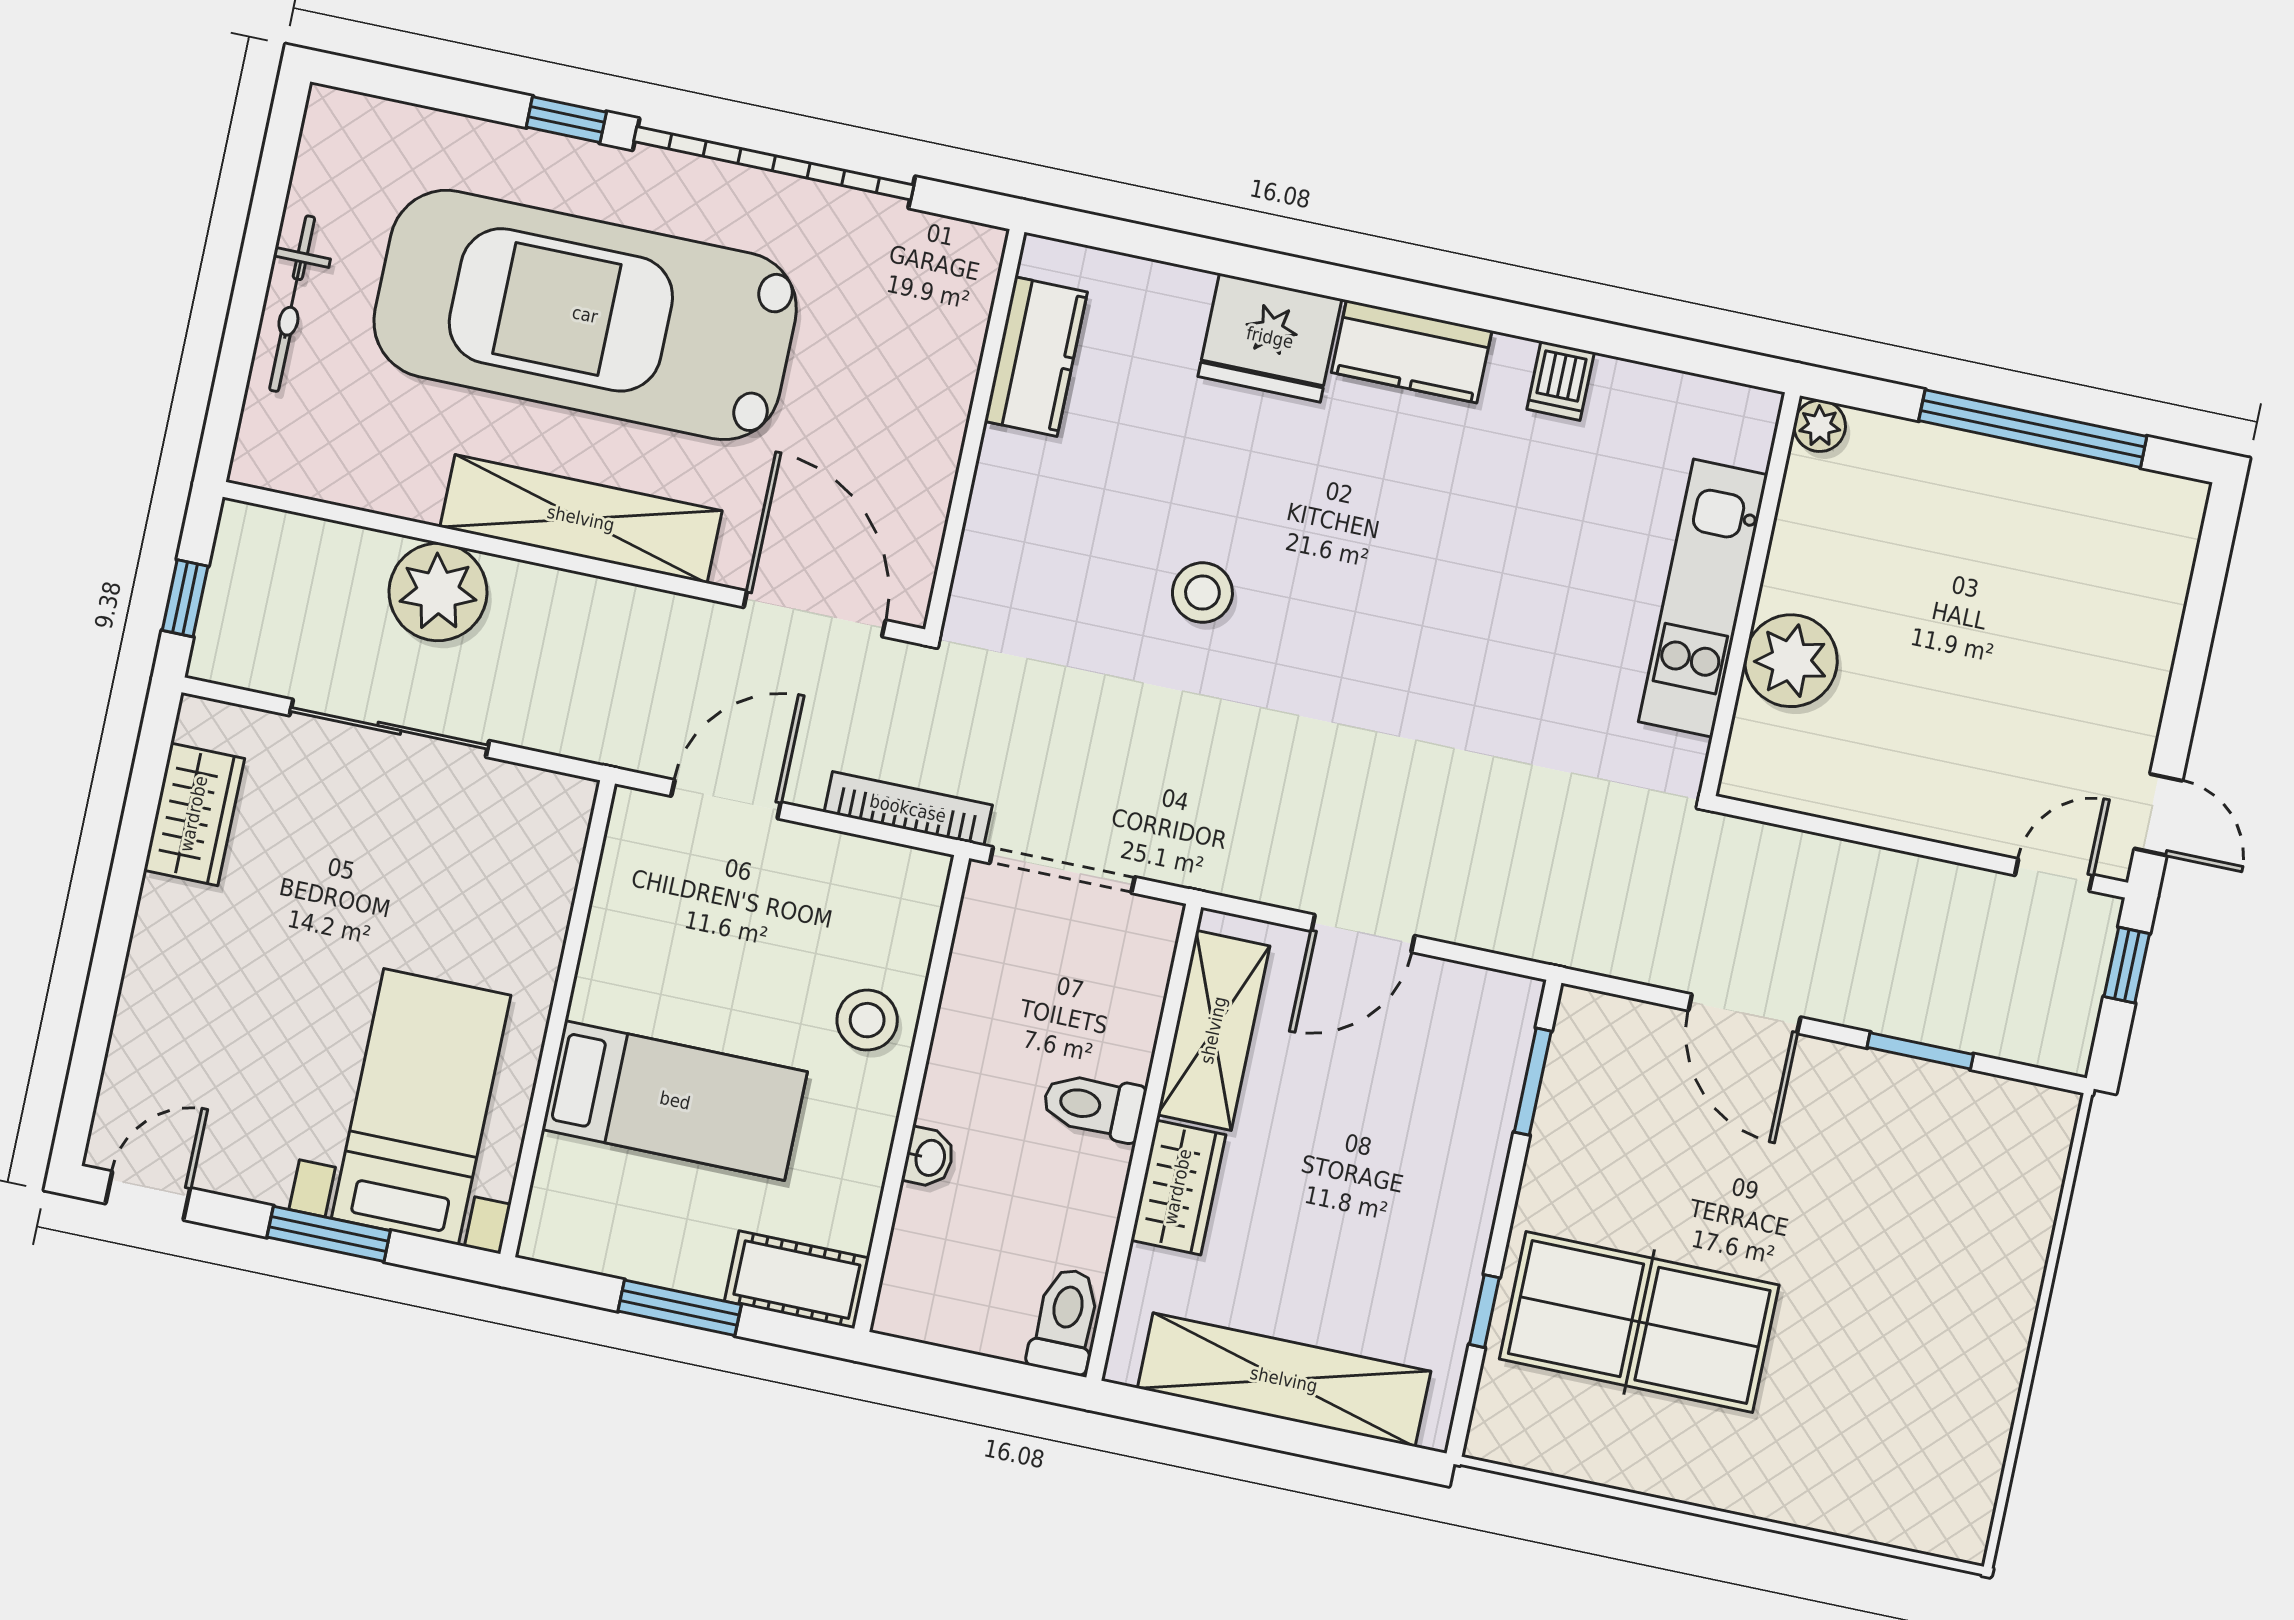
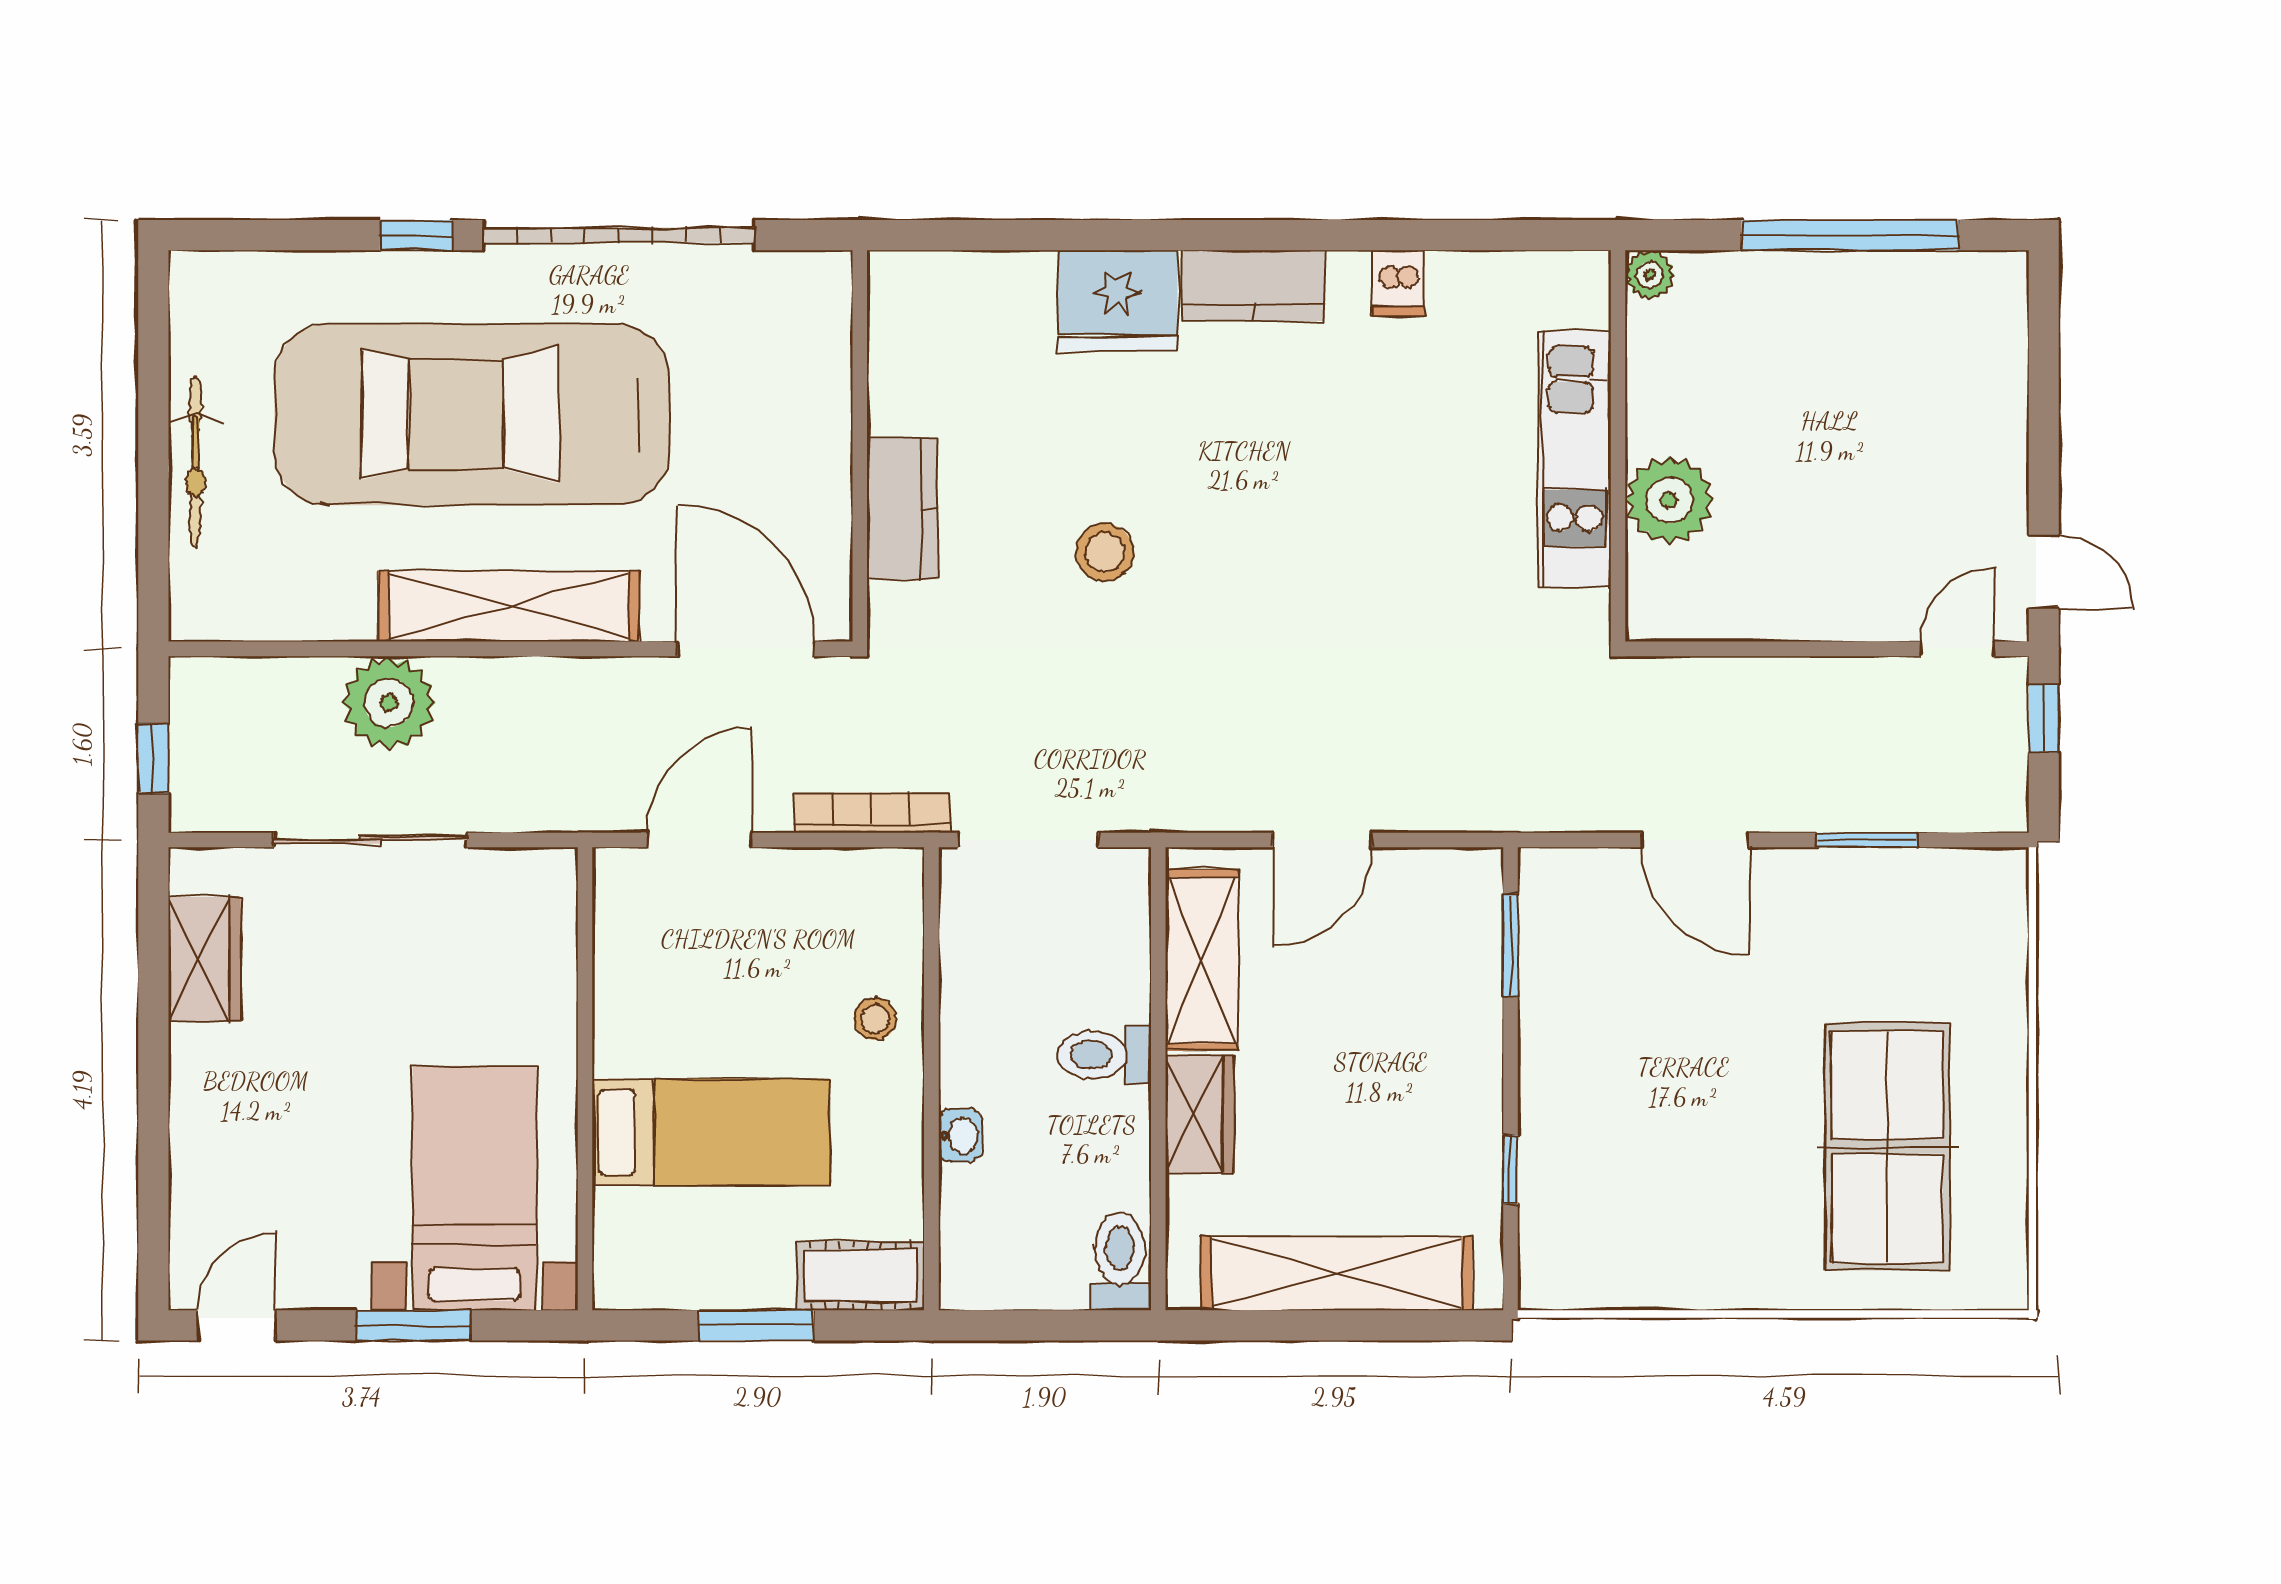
kitchen counter: (1036, 357) -> (902, 508), moved
stool: (867, 1020) -> (875, 1019), width x0.73, depth x0.73
table tennis table: (1639, 1322) -> (1887, 1147), moved, turned 90

